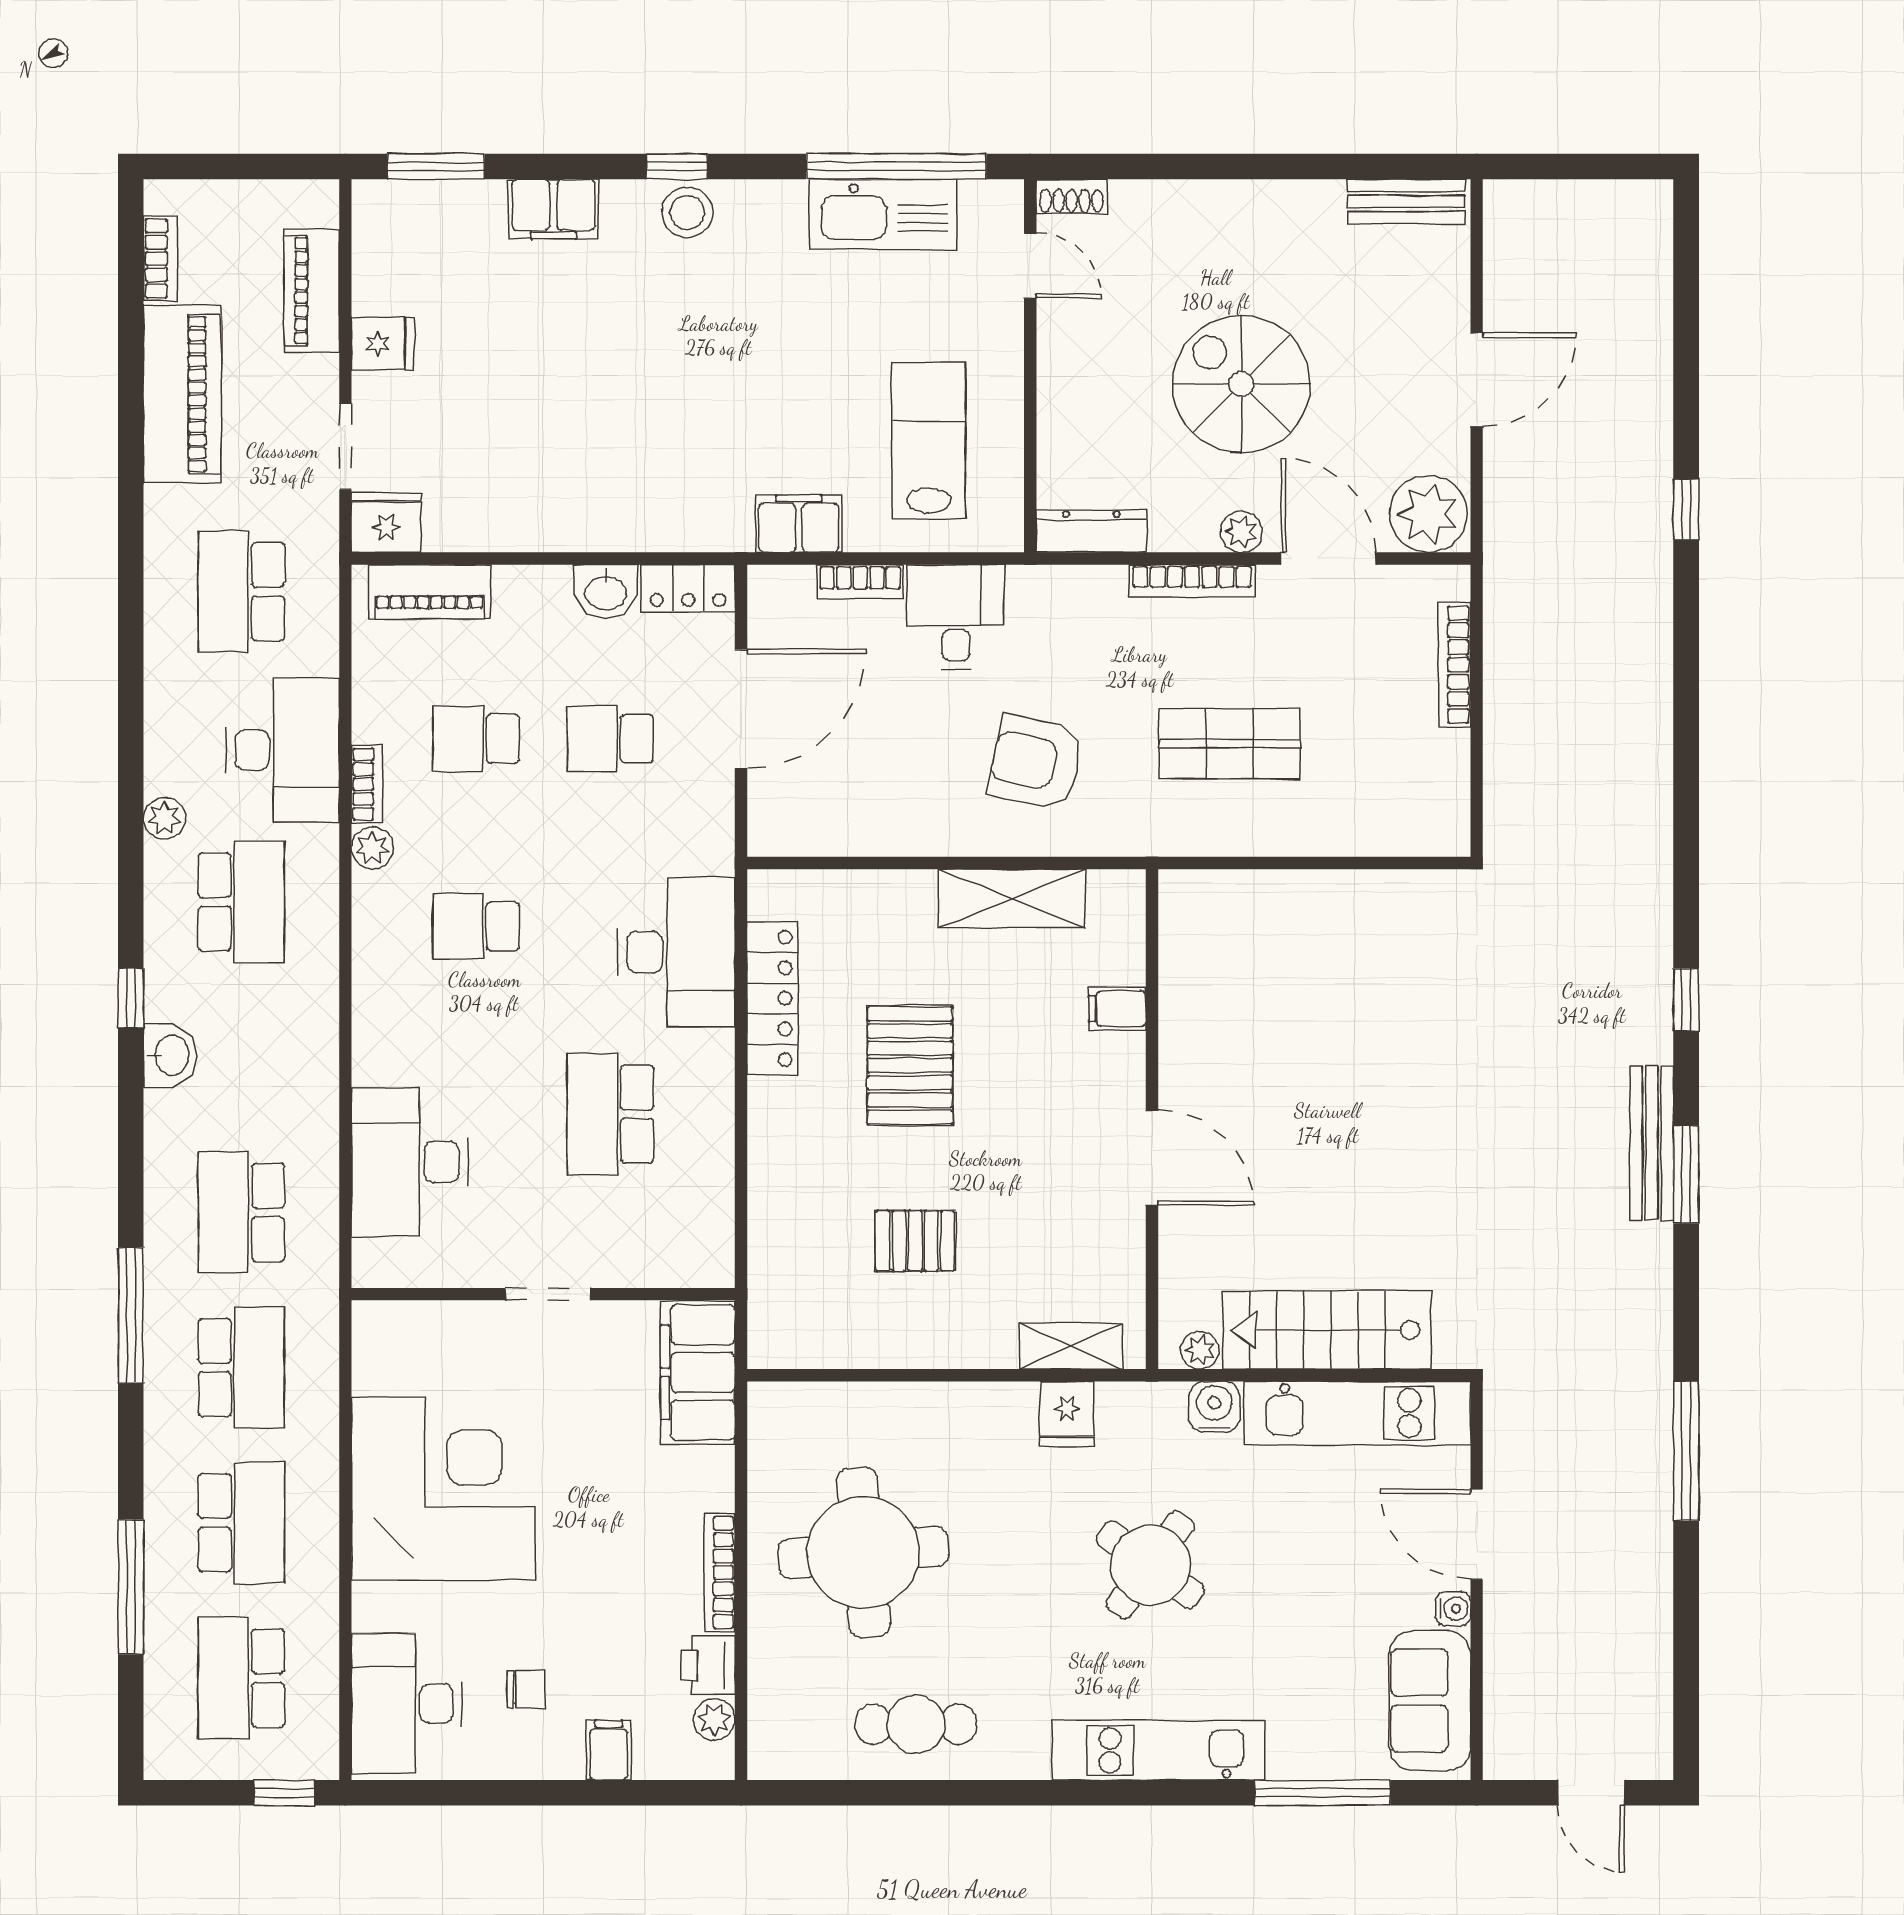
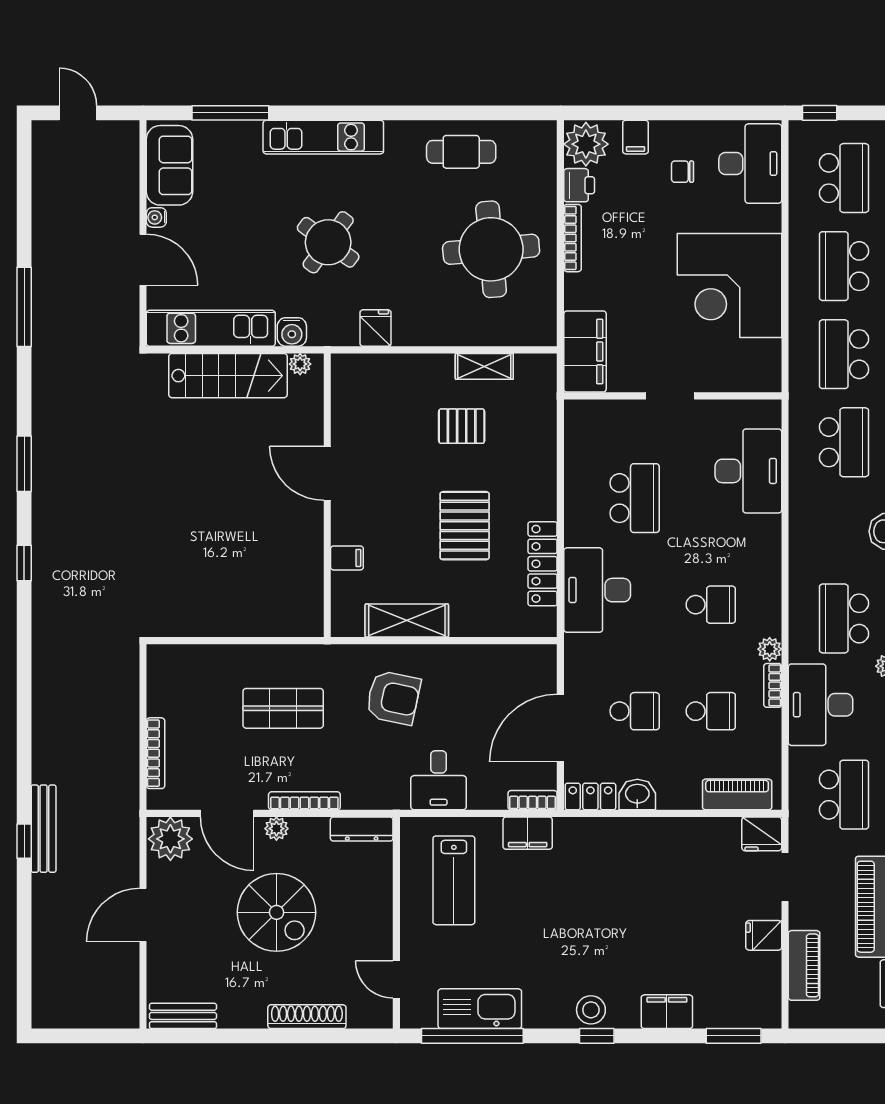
shoe rack: (1072, 196) -> (307, 1017), moved, width x1.94, depth x1.24
bookcase: (860, 582) -> (533, 800), moved
bench: (1652, 1143) -> (44, 829), moved
shelving: (1071, 1346) -> (484, 366), moved
plant: (714, 1720) -> (586, 144), width x1.87, depth x1.87

